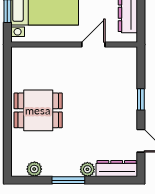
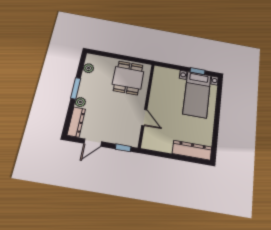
wall: (74, 44) -> (146, 105), moved
door: (93, 44) -> (144, 118), moved

